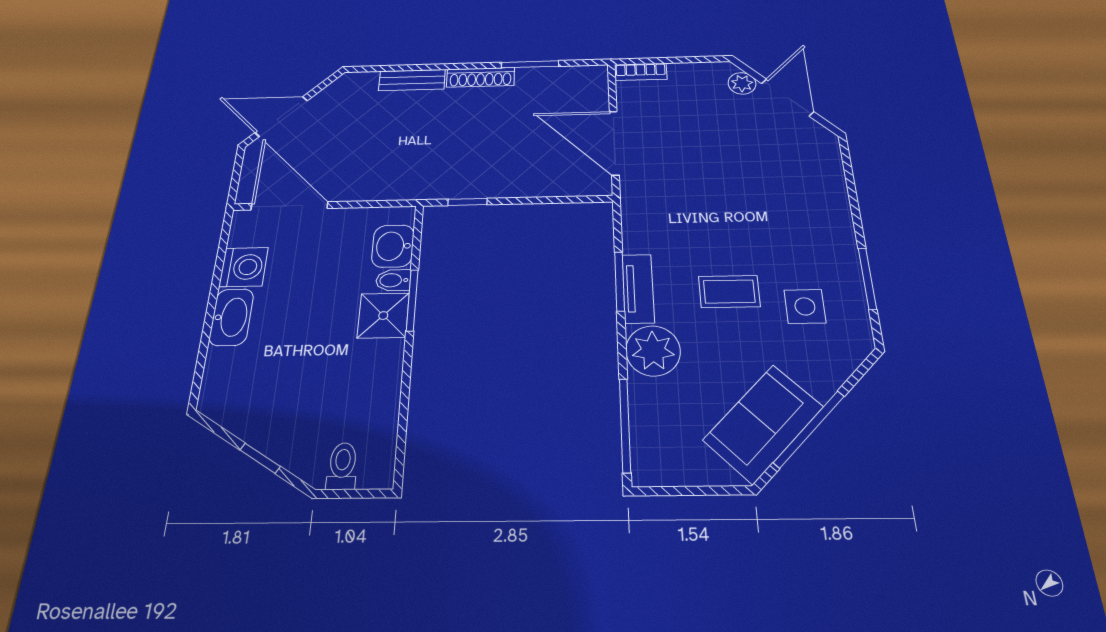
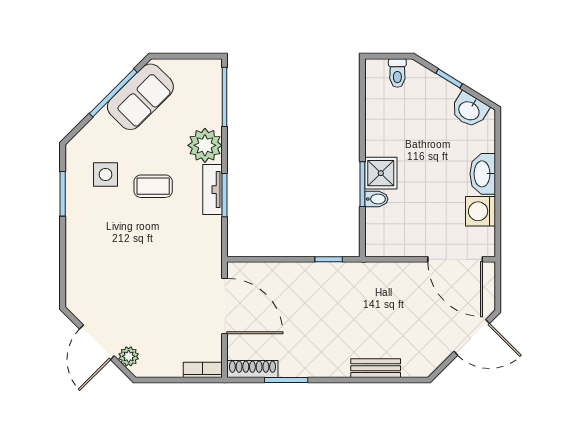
shoe rack: (481, 77) -> (252, 369), moved
washbasin: (393, 246) -> (469, 110), moved, turned 122

